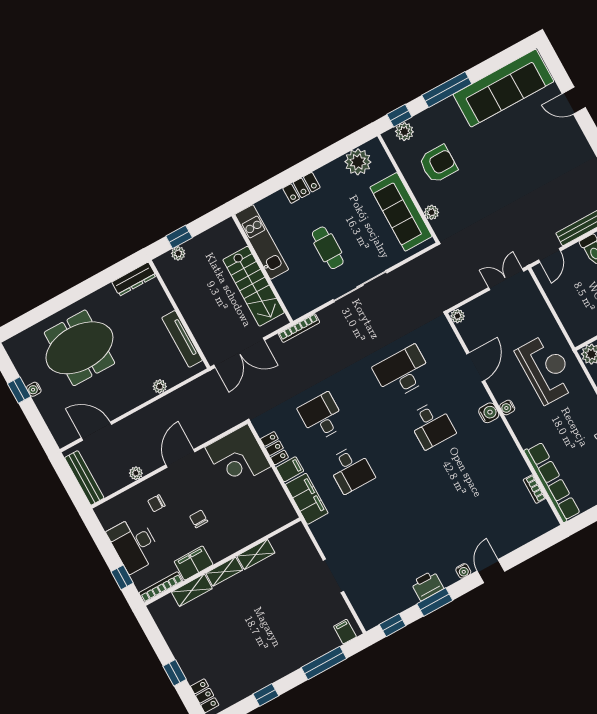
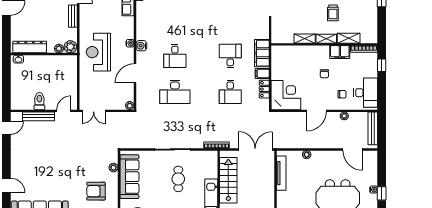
desk: (431, 425) -> (175, 56), turned 180
desk: (134, 544) -> (366, 93), moved
trolley: (235, 615) -> (333, 13), added

